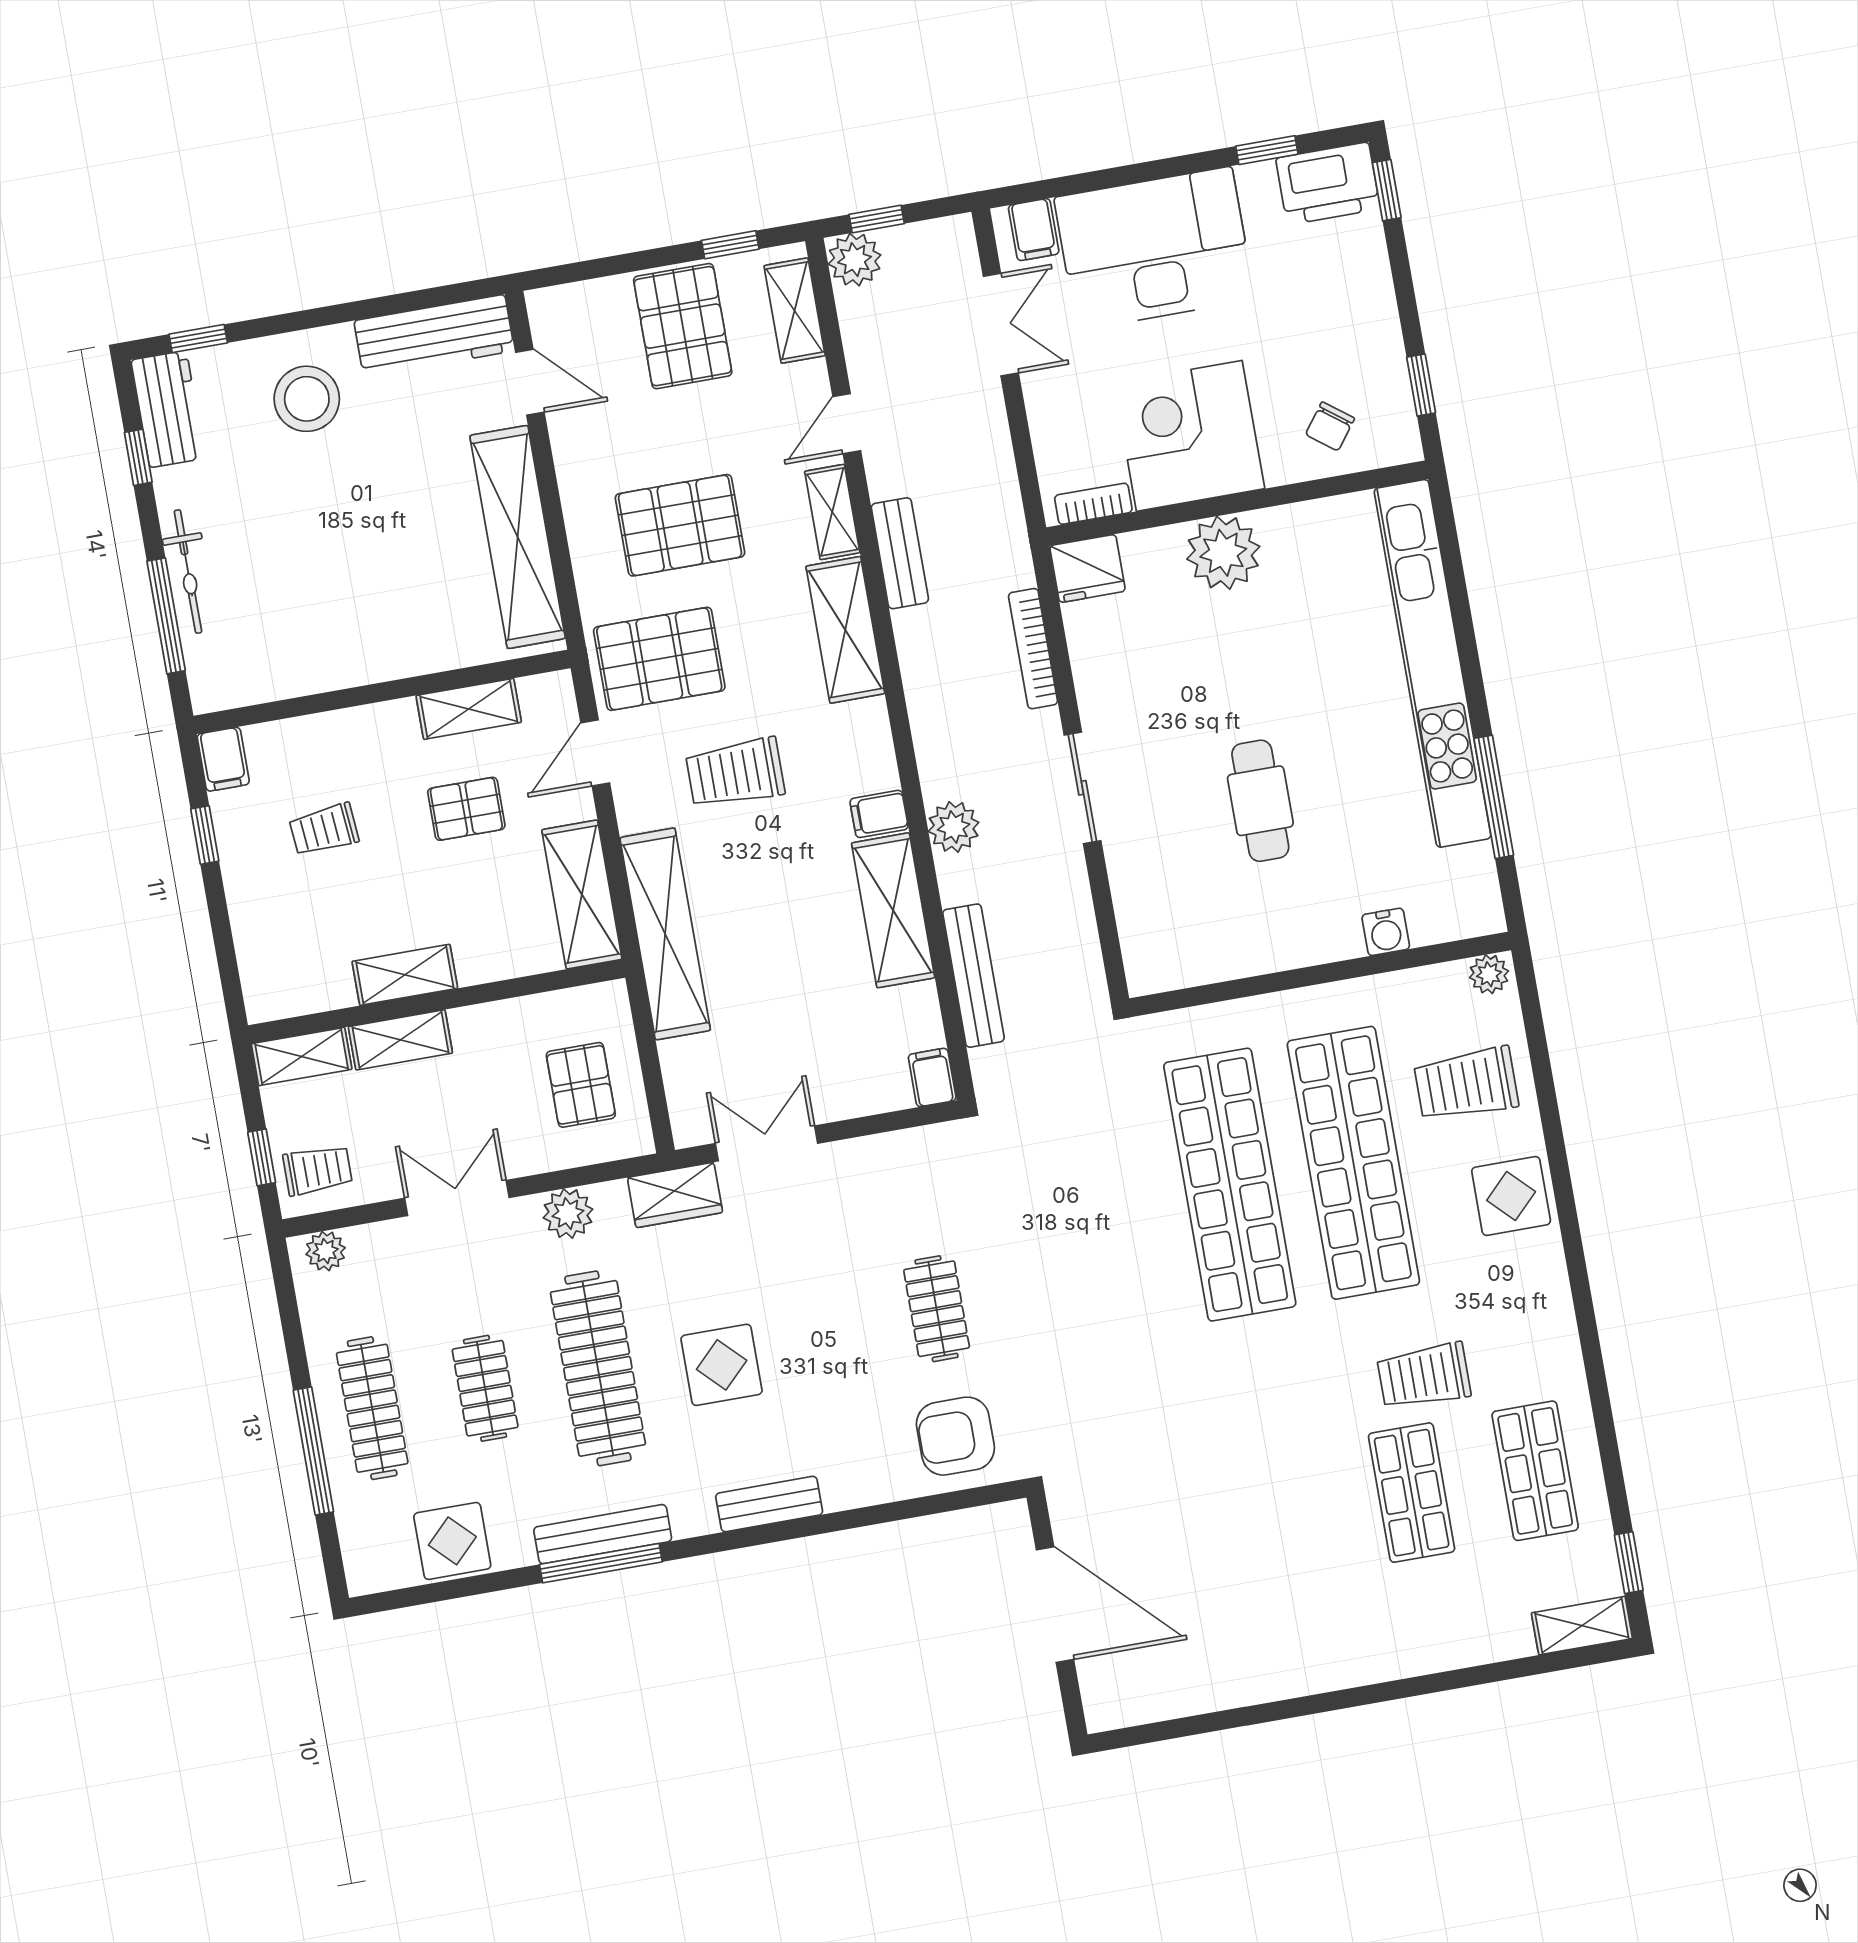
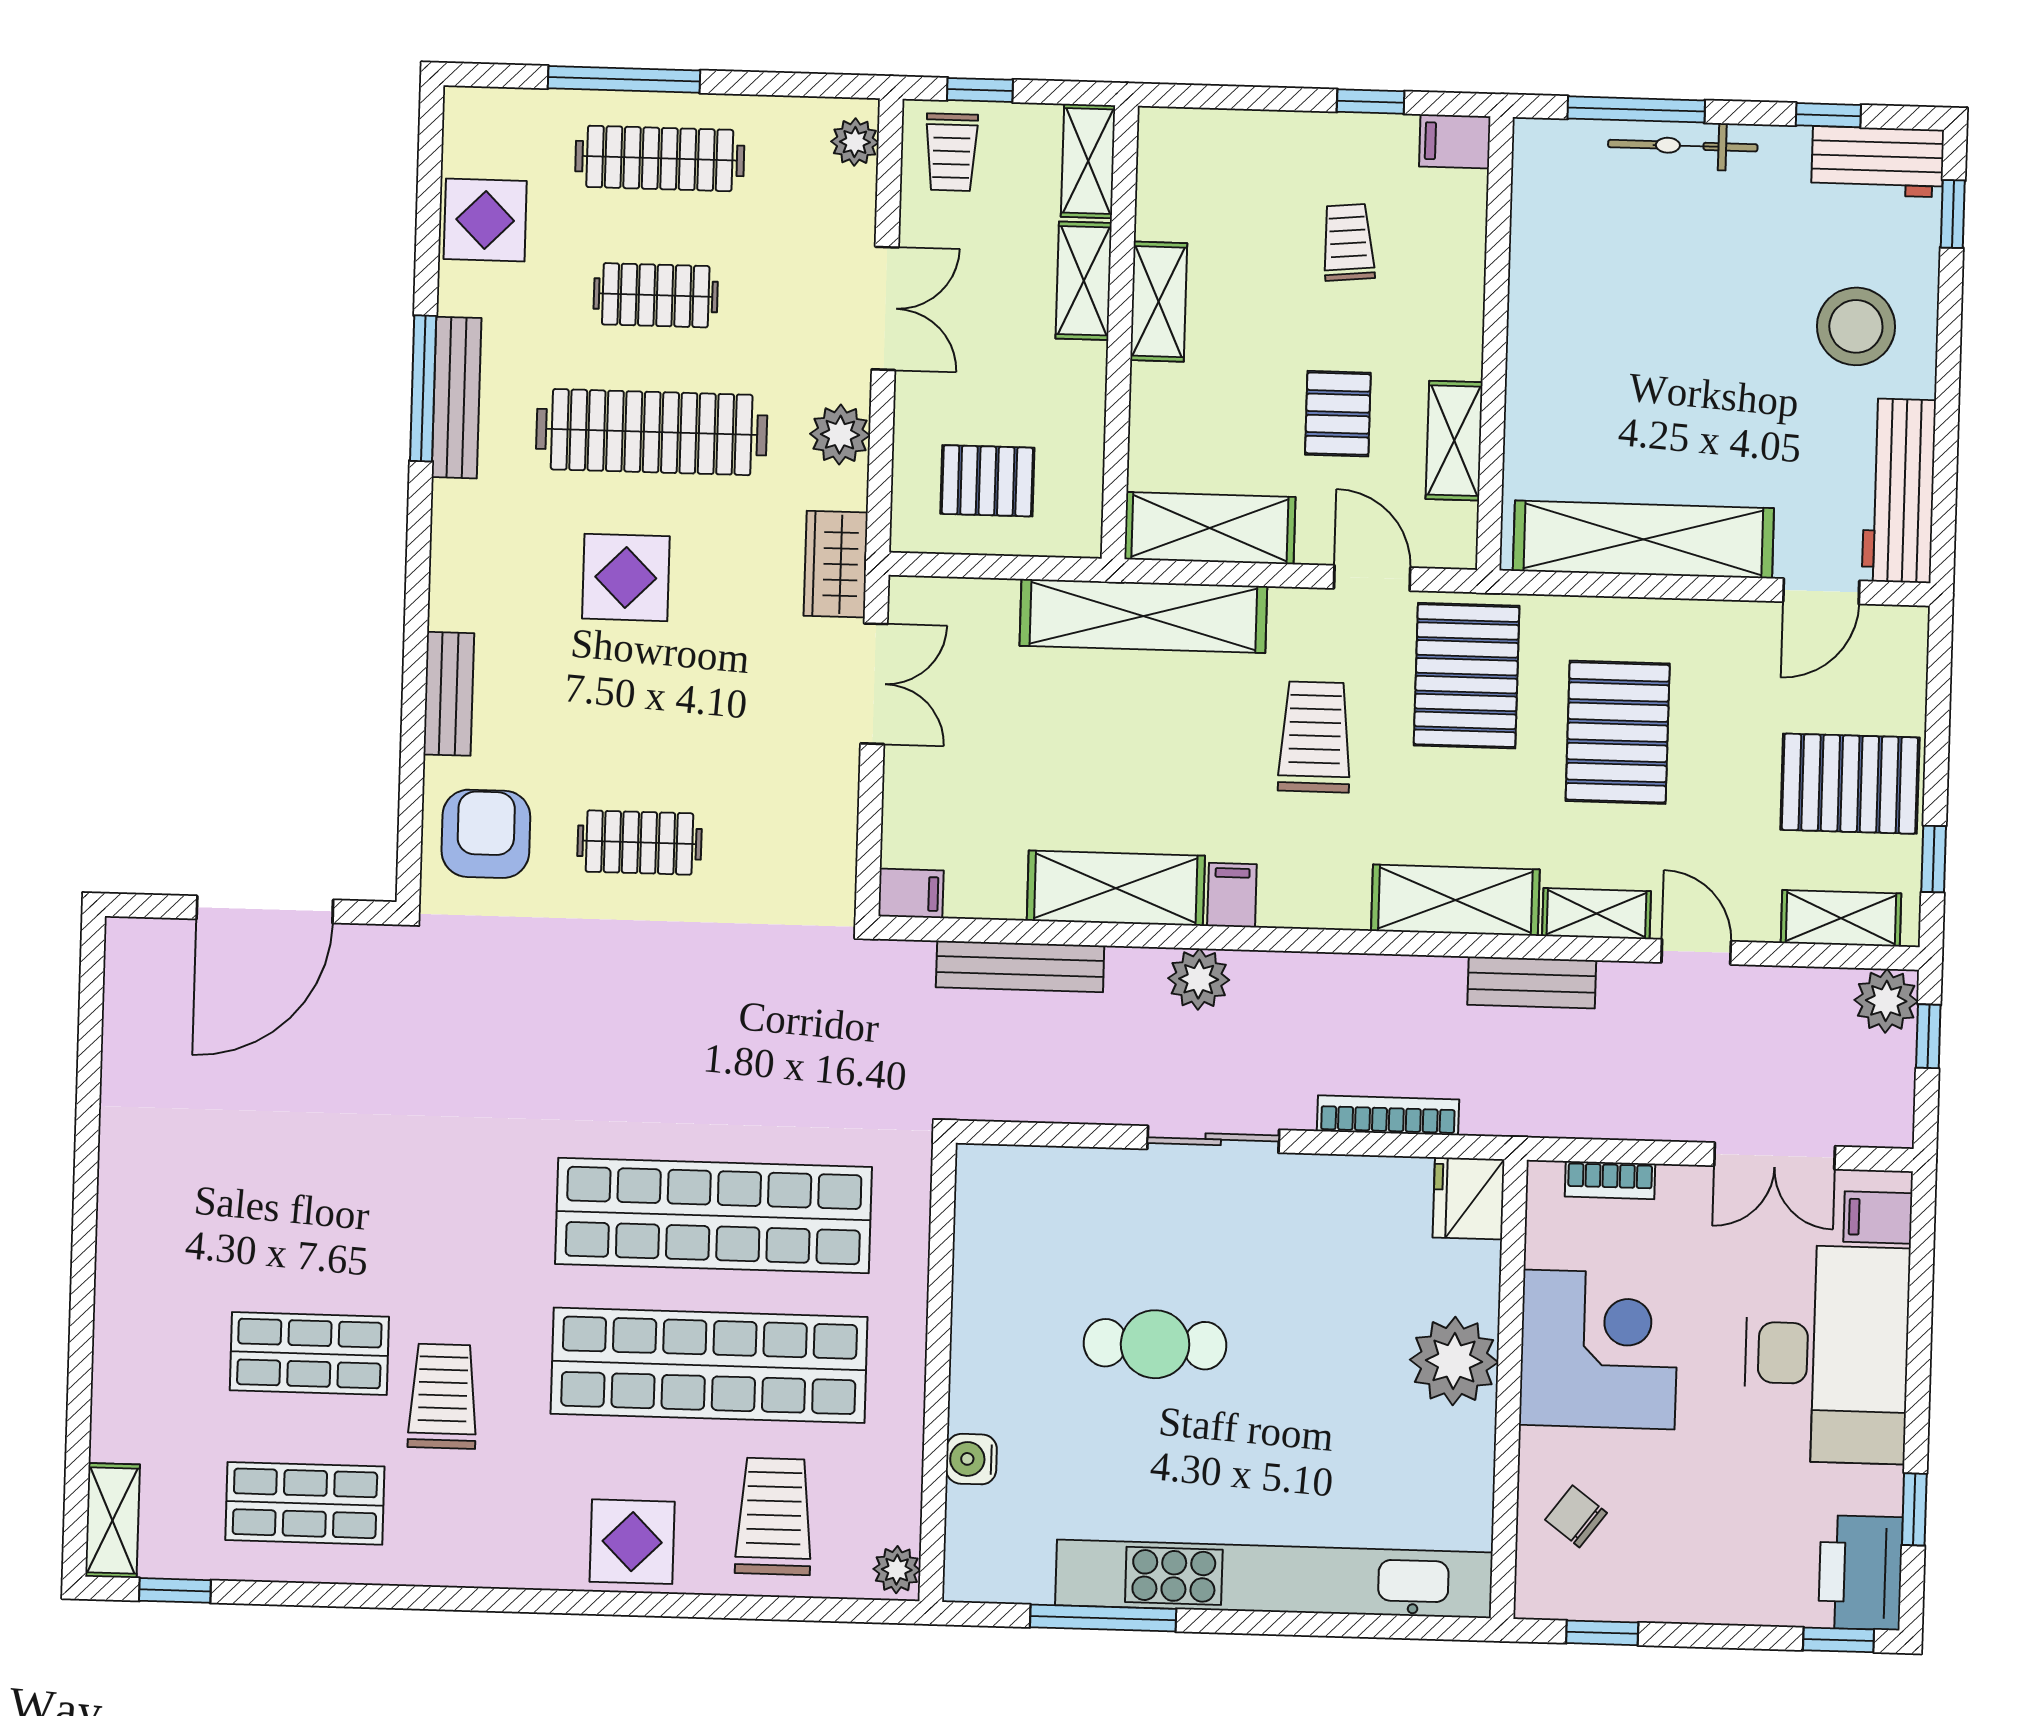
bookcase: (1093, 504) -> (1610, 1180), moved, turned 90
bench: (769, 1504) -> (449, 694), moved

